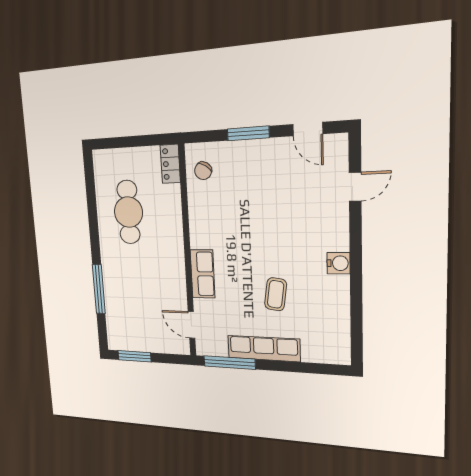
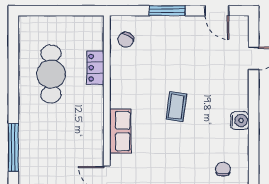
locker: (170, 164) -> (95, 68), moved
coffee table: (276, 294) -> (176, 107), moved
chair: (319, 320) -> (223, 169), added

